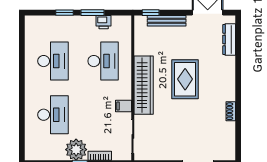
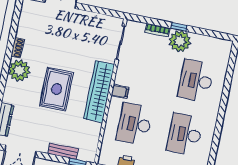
bench: (167, 21) -> (63, 151), width x0.73
plant: (225, 90) -> (19, 70), added
filing cabinet: (124, 106) -> (120, 92), moved

